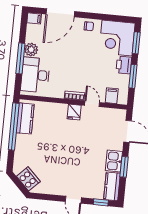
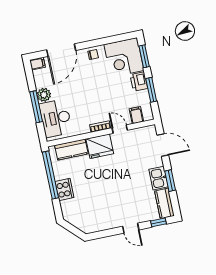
fridge: (74, 112) -> (100, 146), width x1.88, depth x1.34
kitchen counter: (25, 118) -> (71, 150), moved, turned 90
cooker: (28, 179) -> (64, 189), moved, turned 45

